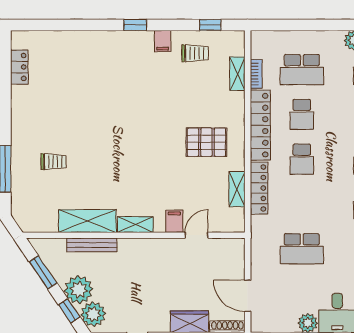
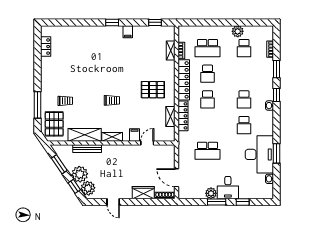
trolley: (195, 53) -> (112, 100), moved
pallet: (34, 202) -> (54, 124), added

